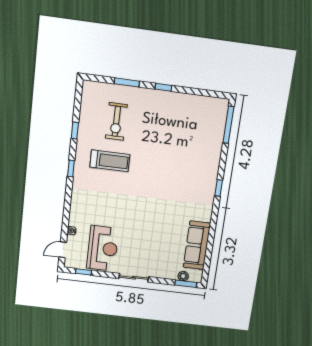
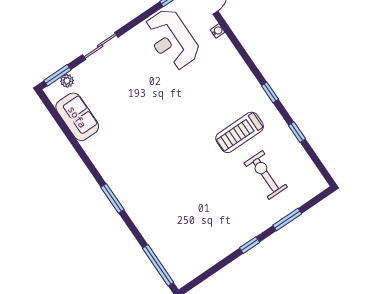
window: (219, 188) -> (112, 198), width x1.50
sofa: (197, 245) -> (77, 117), width x0.73
sliding door: (134, 278) -> (100, 46), moved

